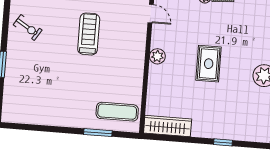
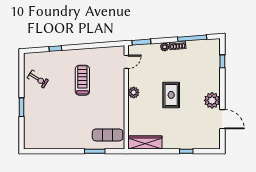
door: (151, 14) -> (126, 62), hinge flipped

